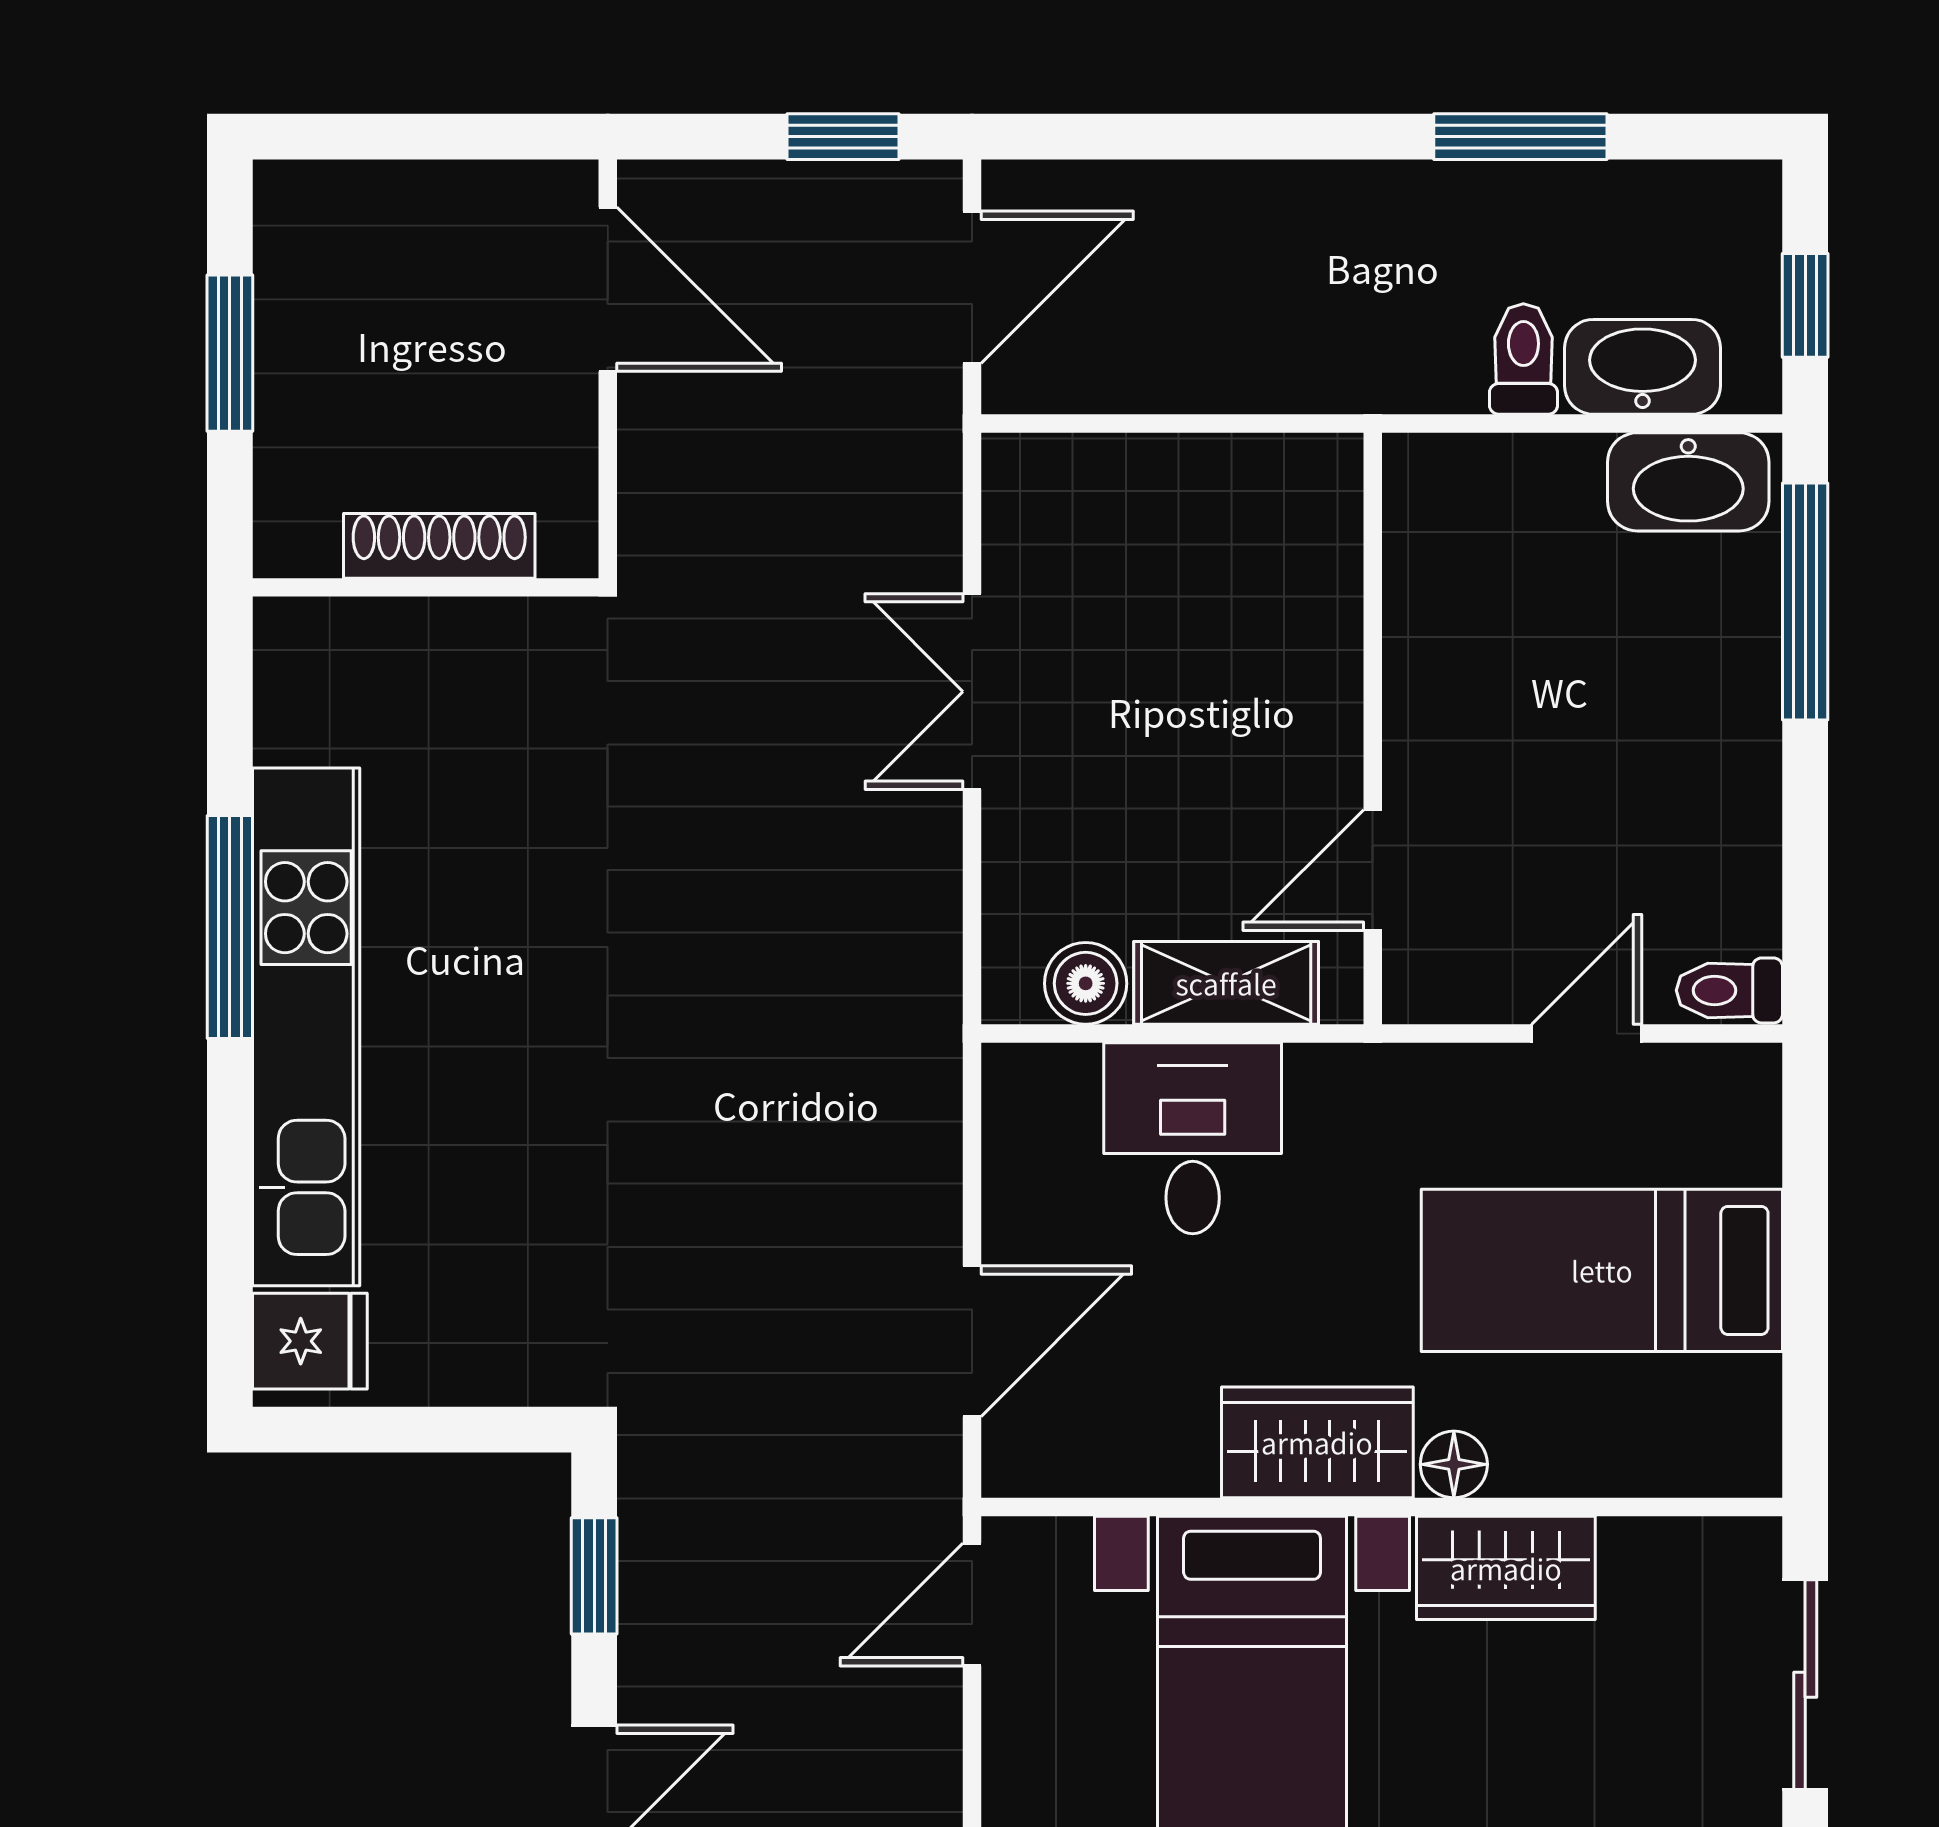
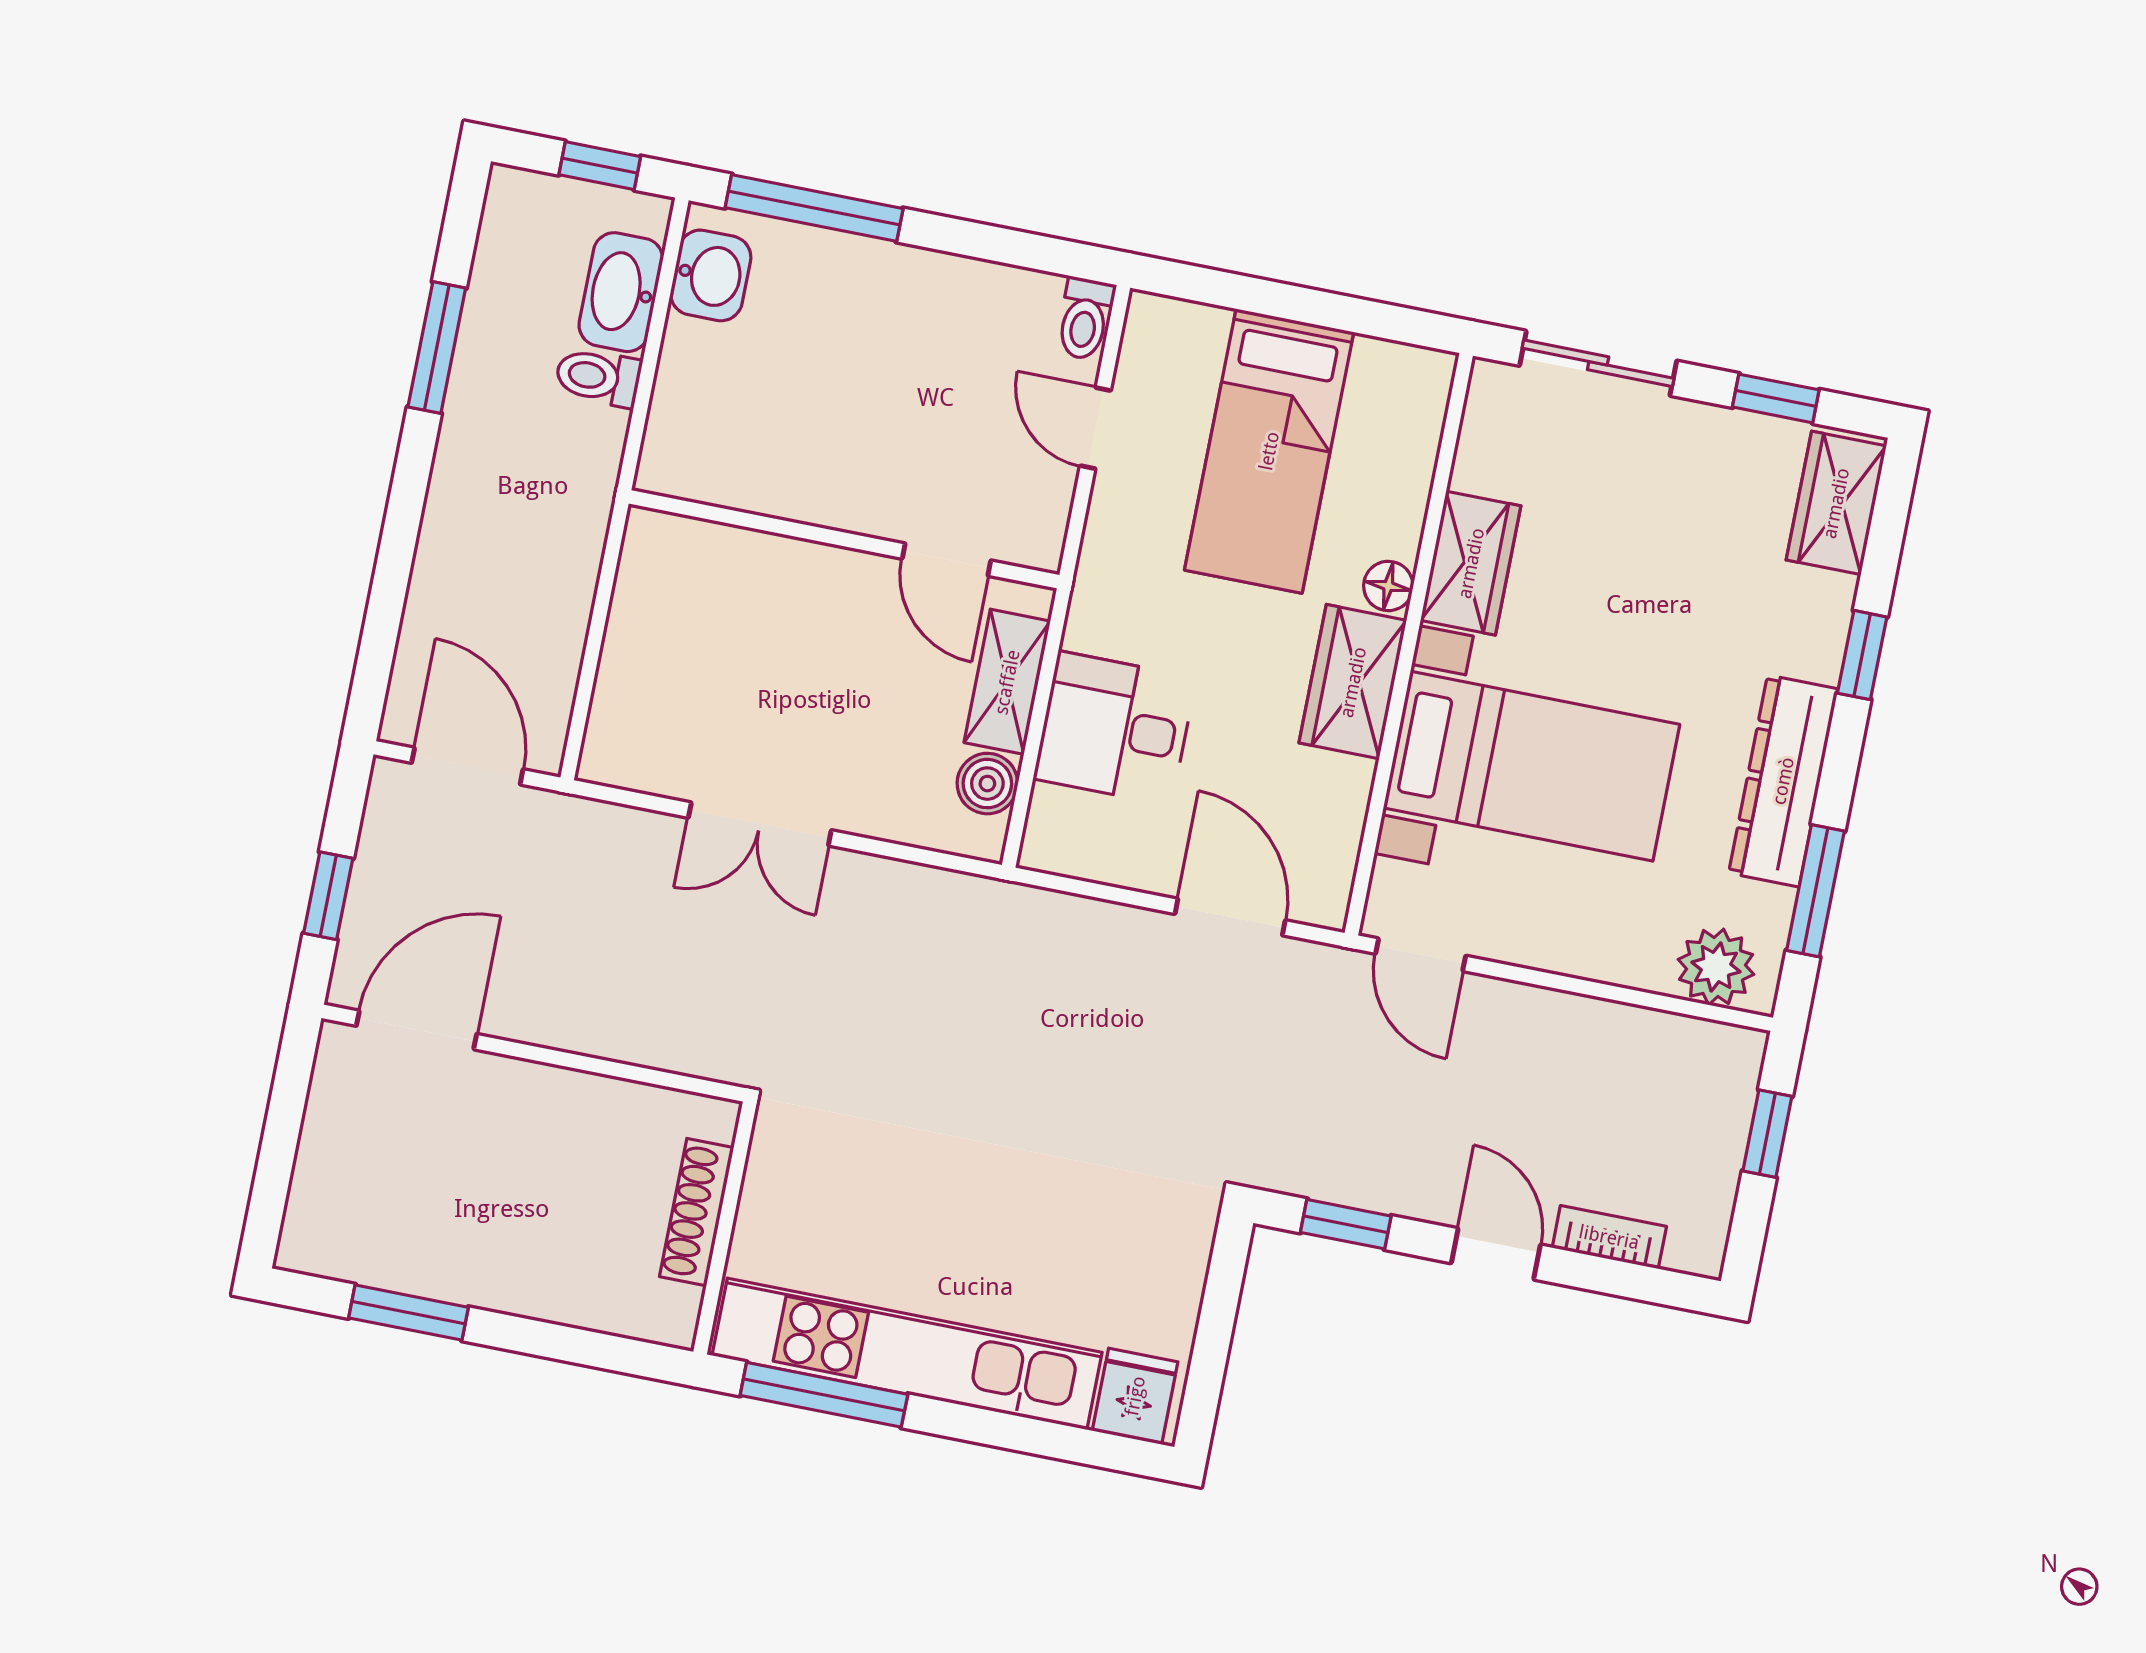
window: (843, 137) -> (328, 896), moved
washbasin: (1688, 482) -> (711, 275), width x0.72
shoe rack: (439, 546) -> (697, 1212), moved
wall: (426, 587) -> (725, 1228), moved

